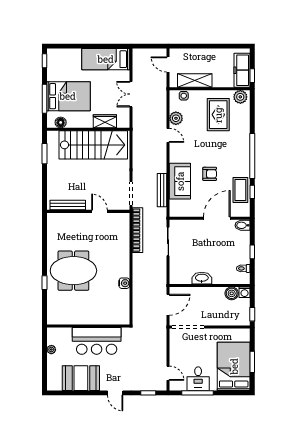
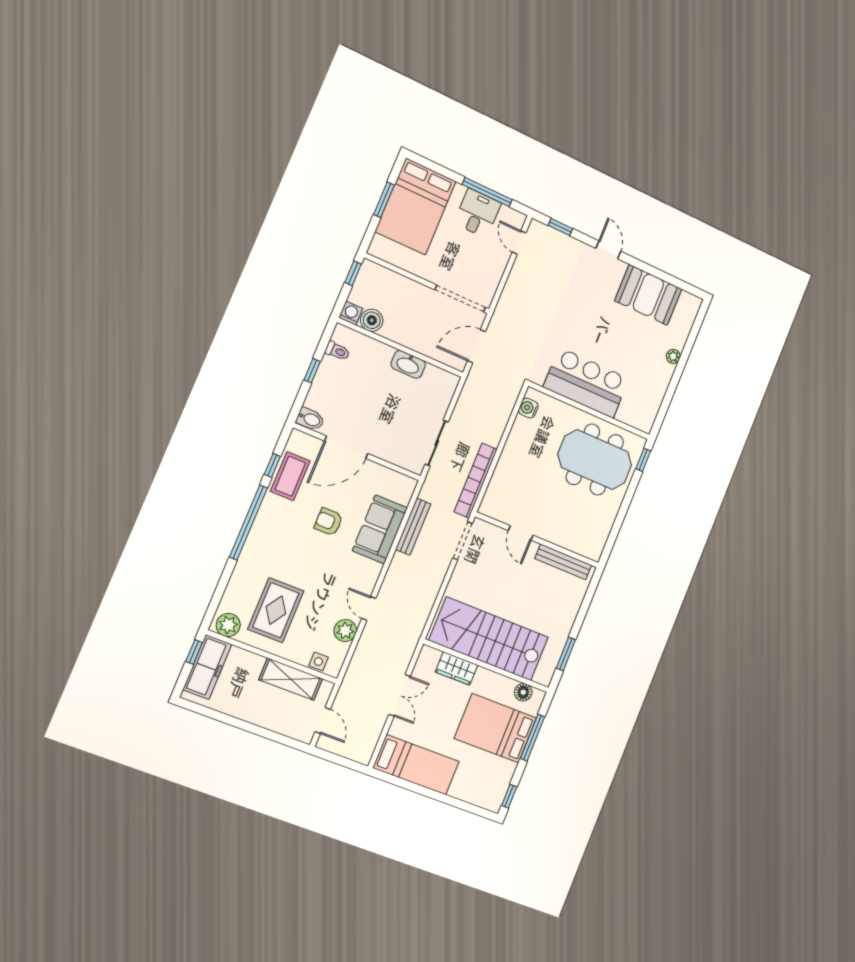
wall: (88, 326) -> (589, 411), moved
bar counter: (97, 341) -> (586, 383), moved

